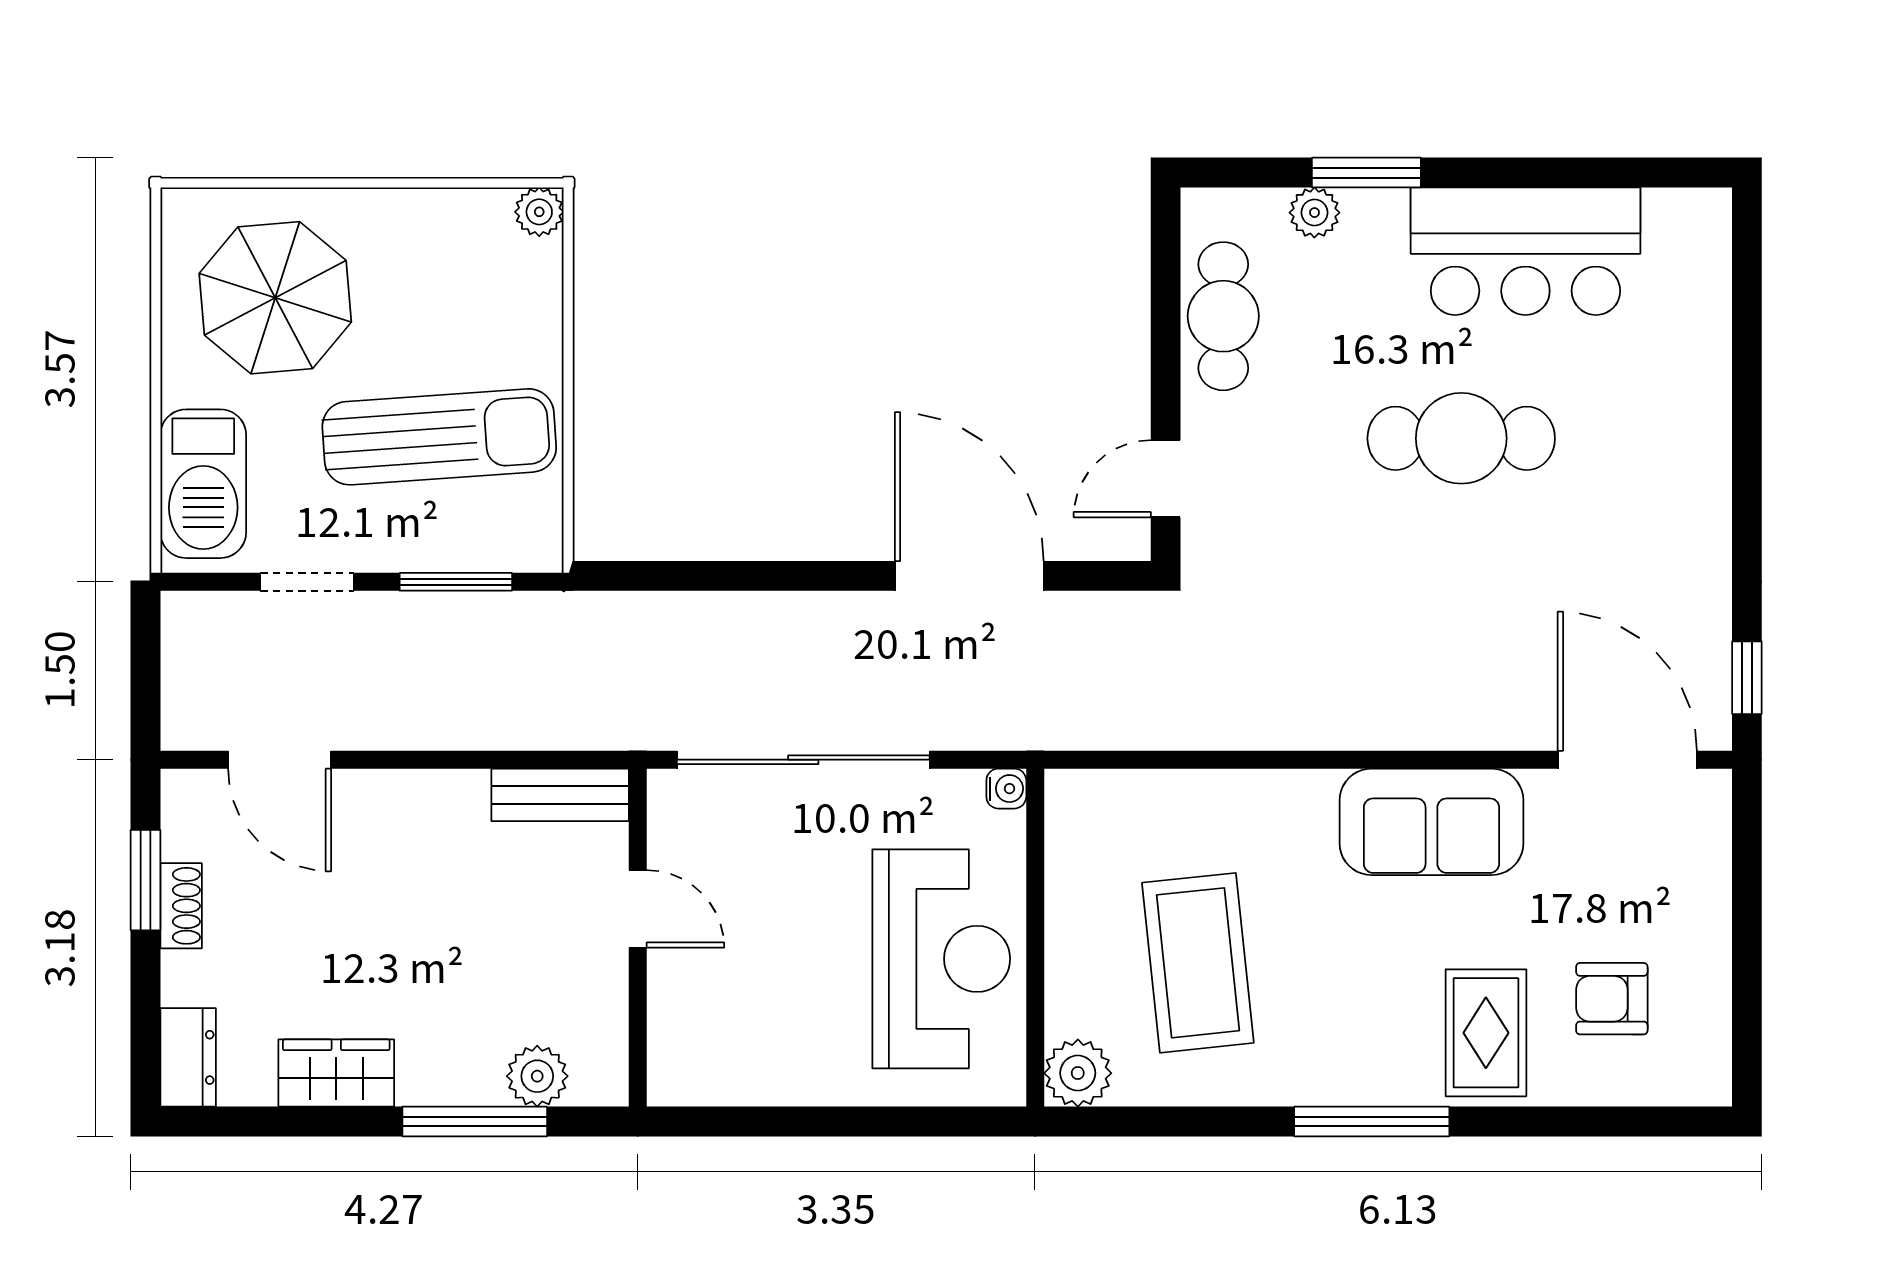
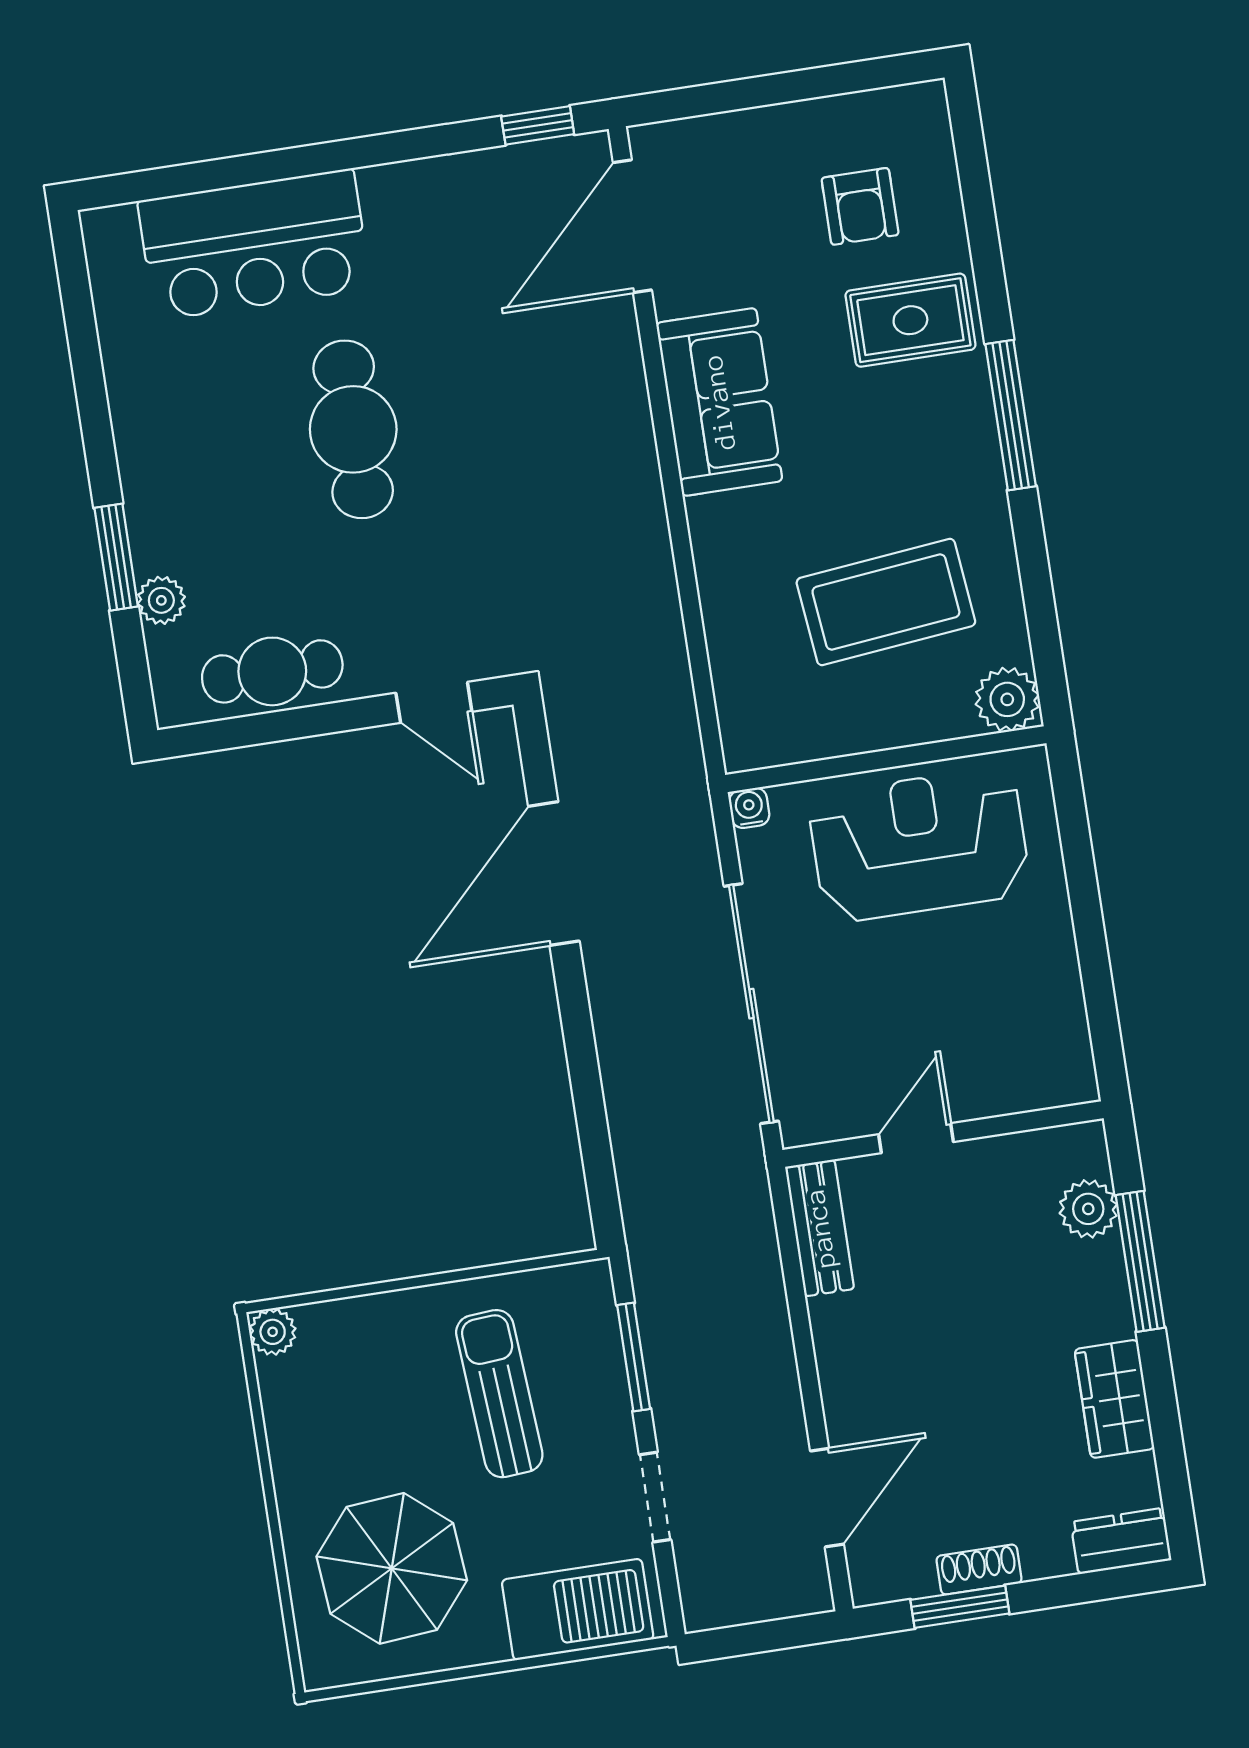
bar counter: (1525, 251) -> (254, 245), moved, turned 90
sun lounger: (439, 437) -> (499, 1394), width x0.73, depth x0.75

